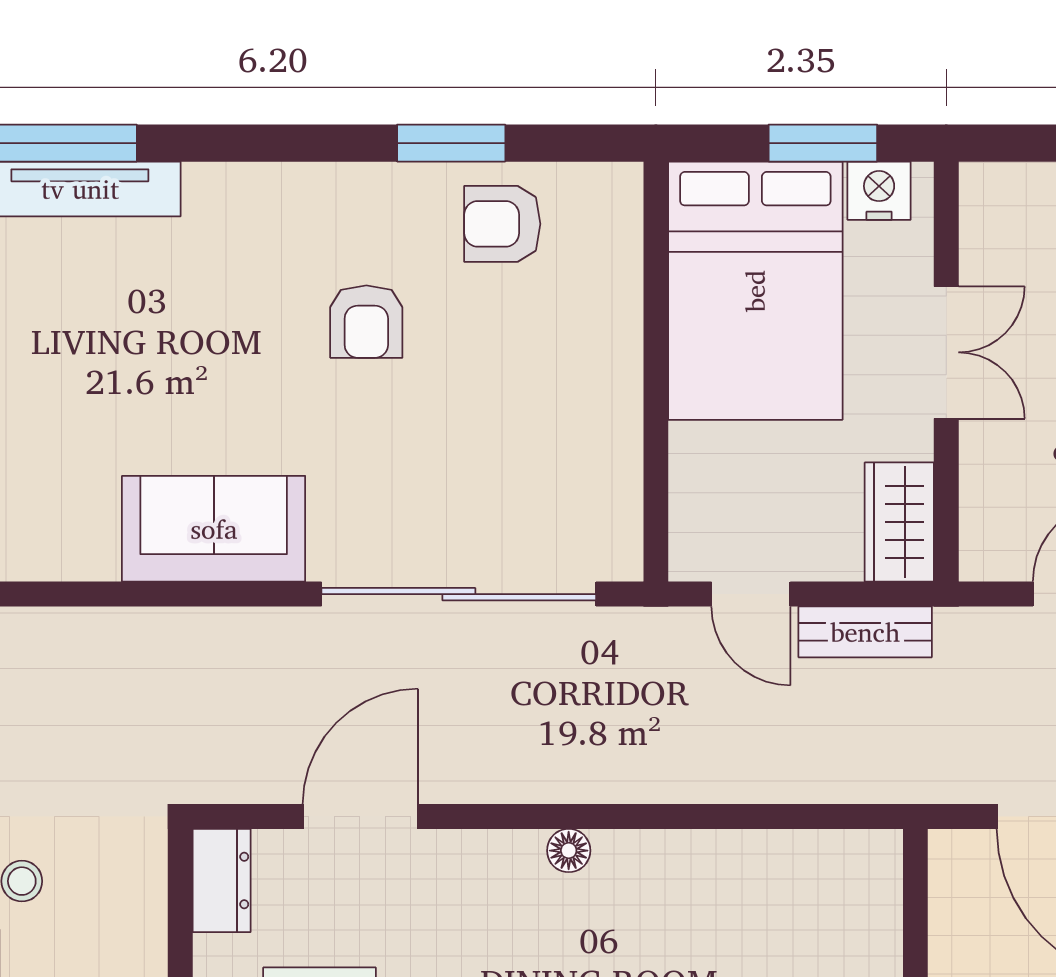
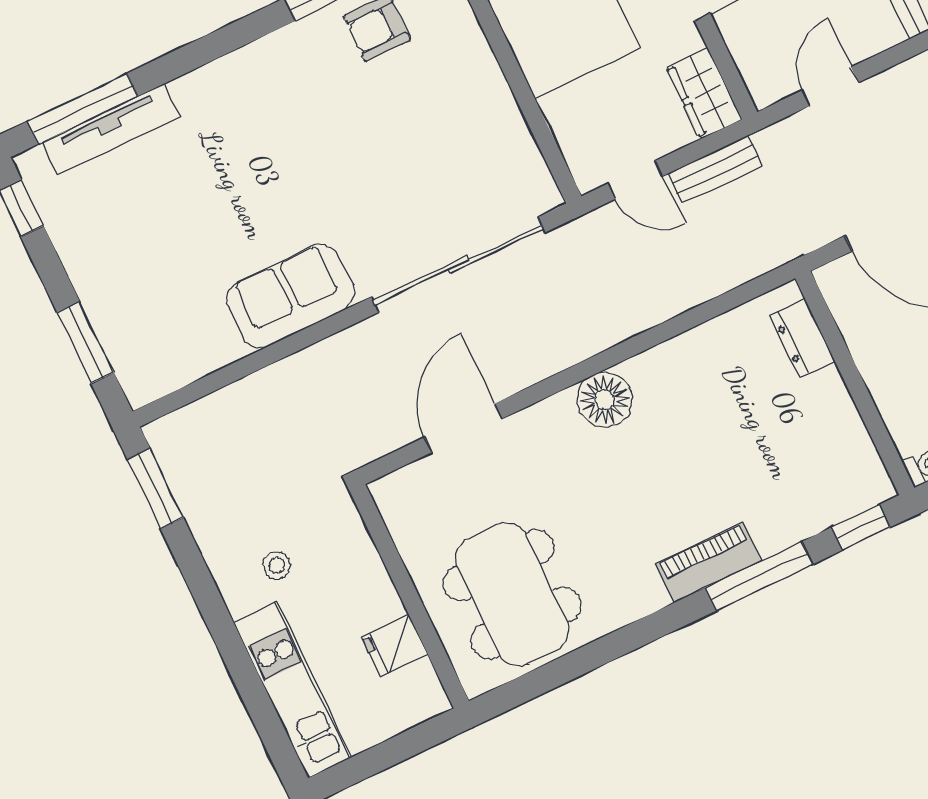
armchair: (366, 322) -> (323, 127), removed
floor lamp: (569, 851) -> (605, 400), width x1.89, depth x1.89
dresser: (222, 880) -> (802, 338), moved, turned 180

